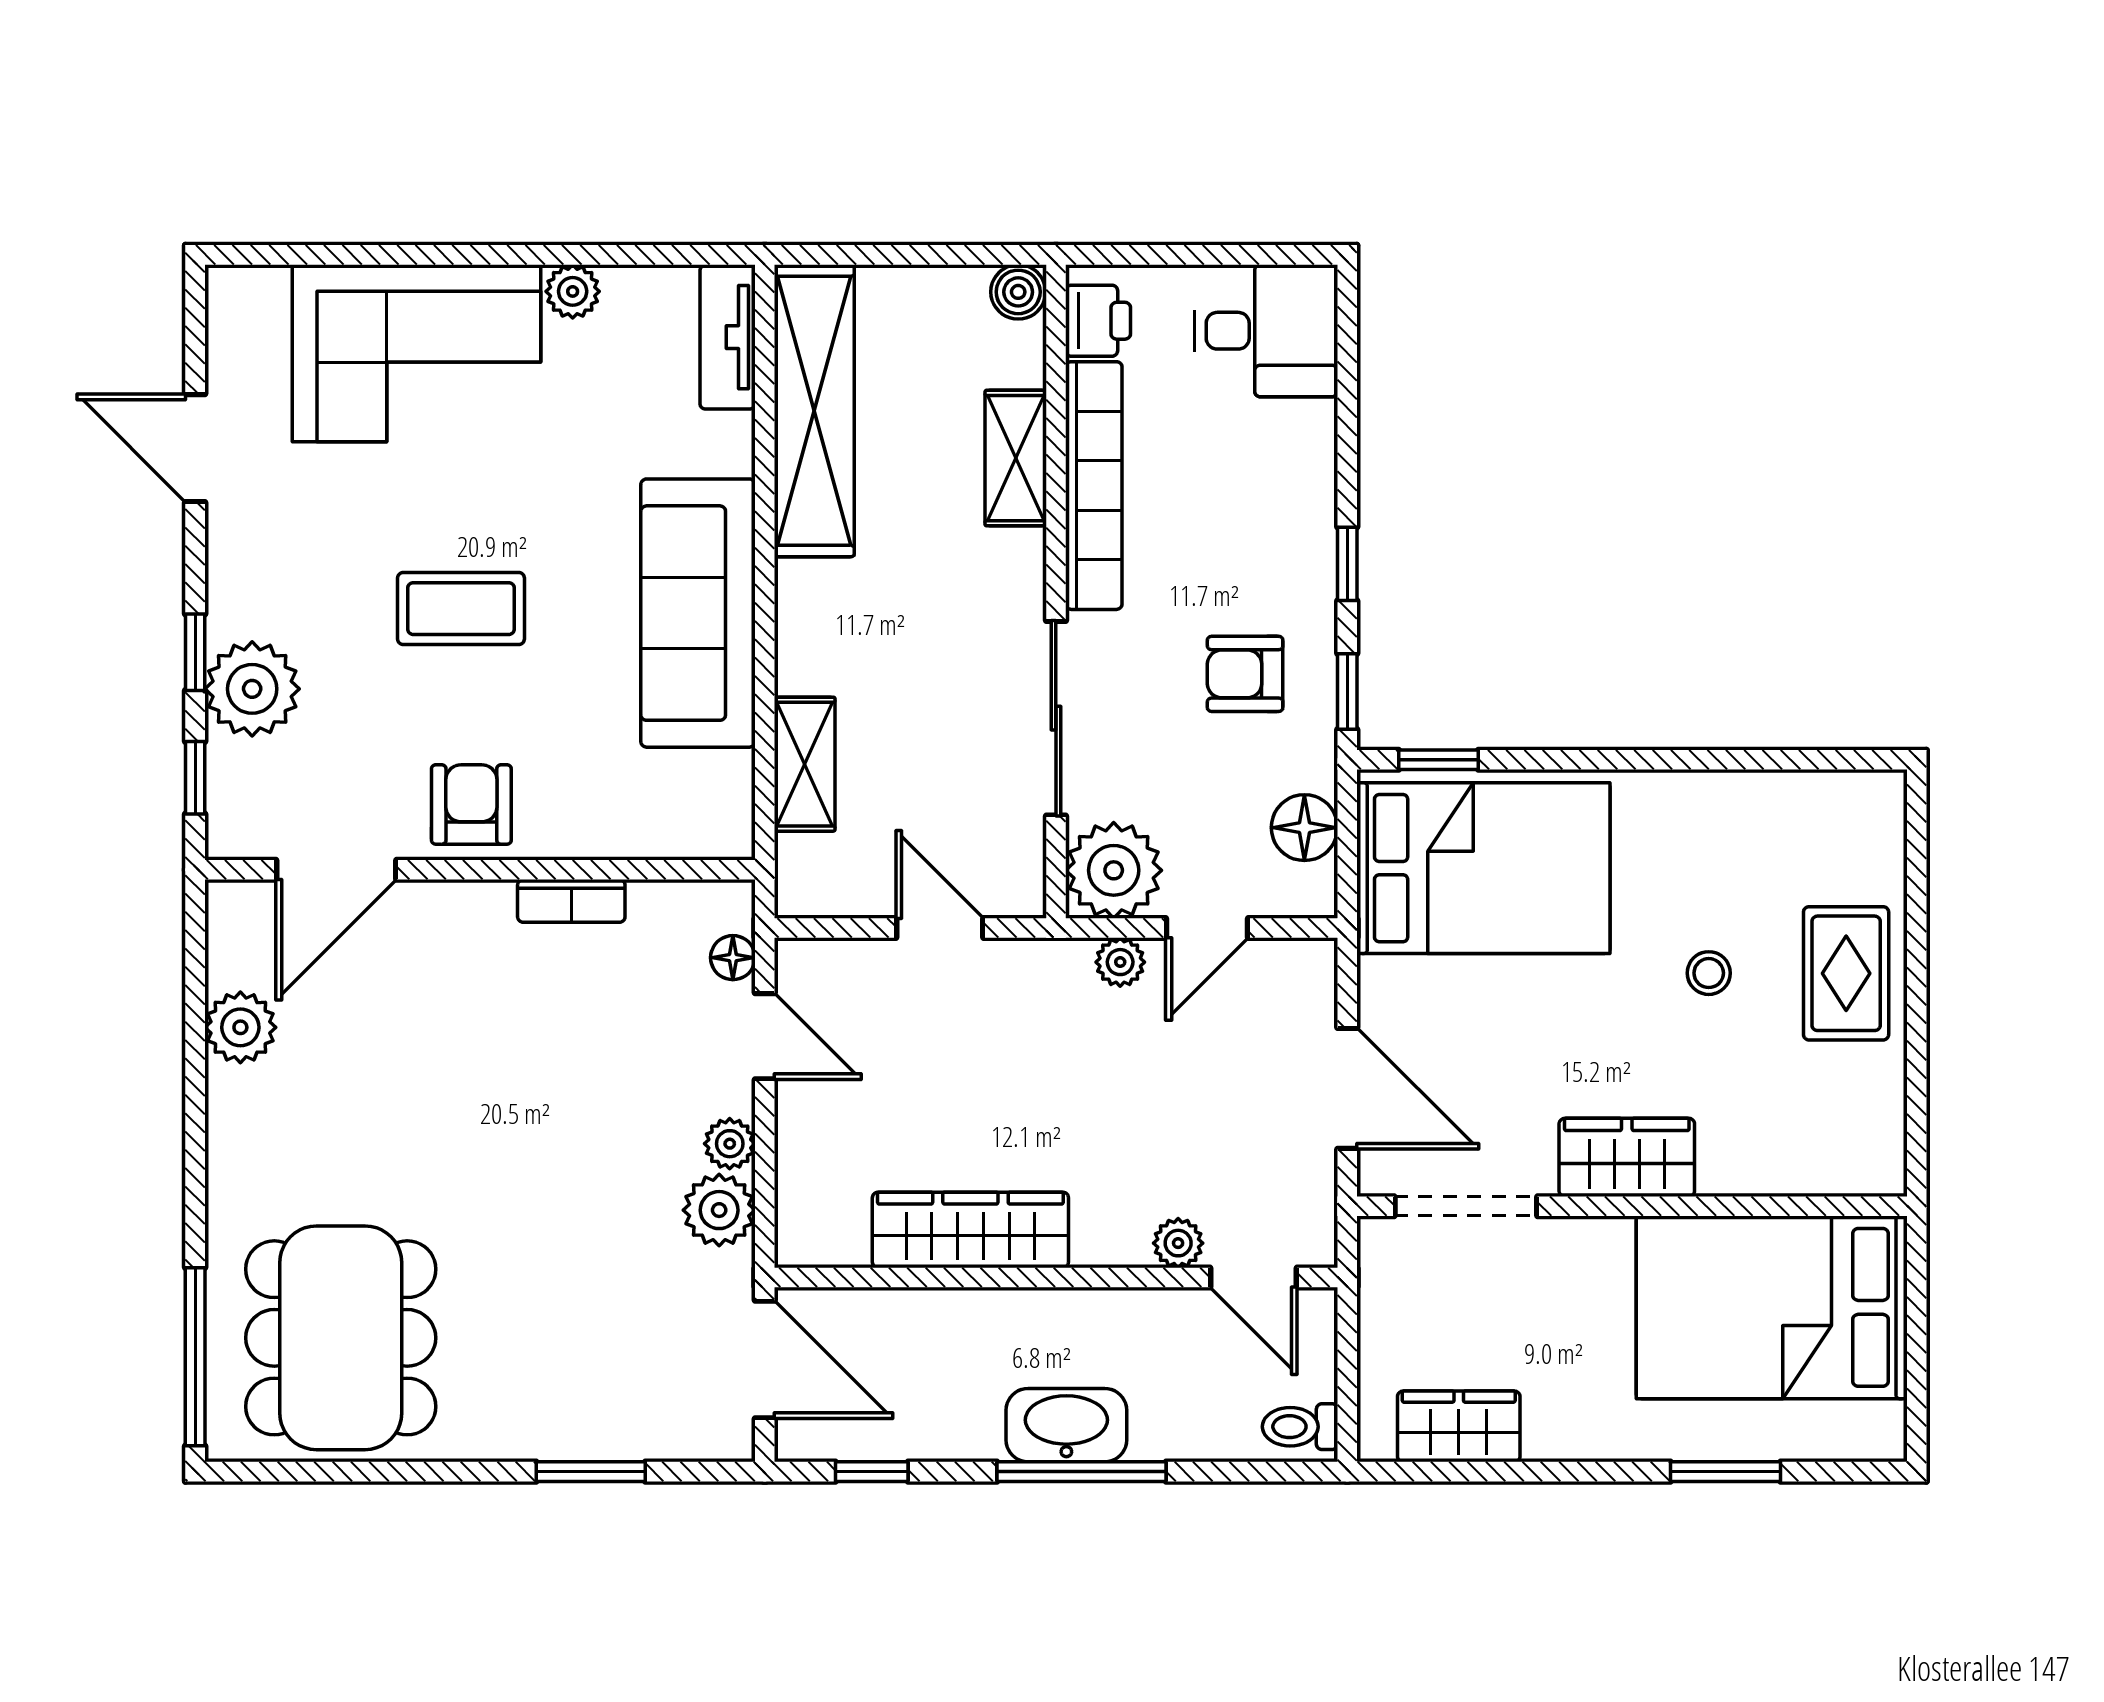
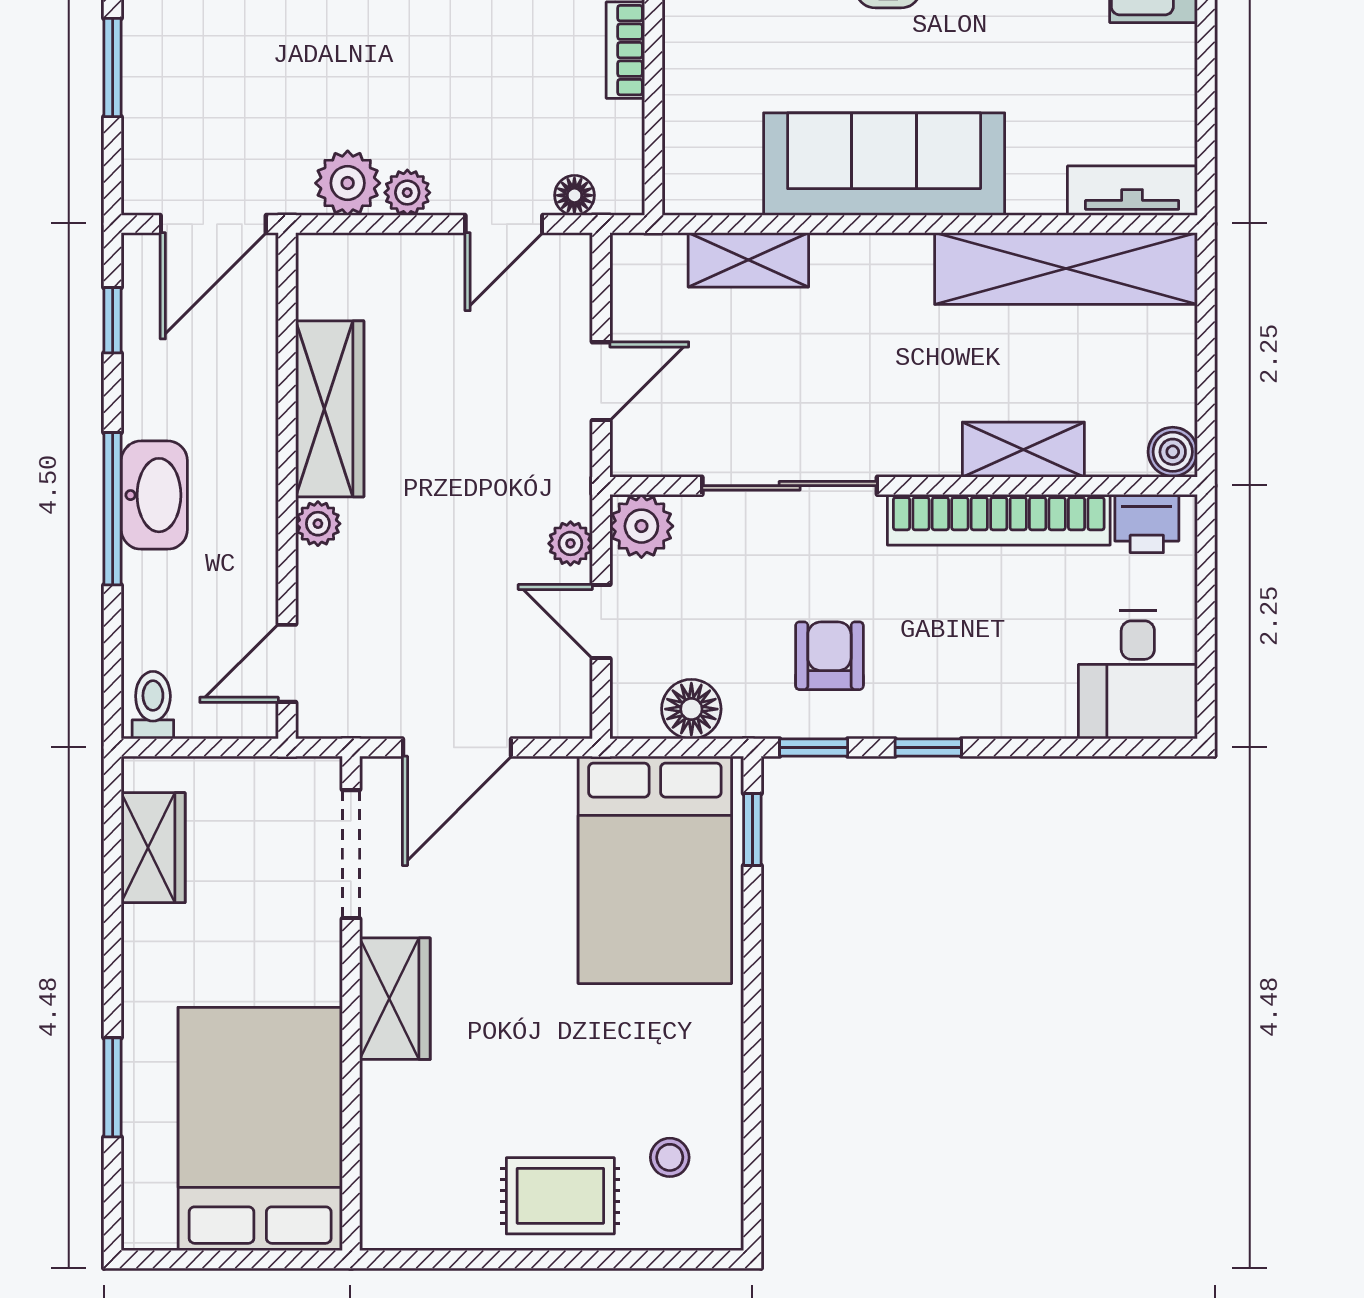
plant: (573, 291) -> (1173, 51), removed
plant: (1114, 870) -> (641, 526), width x0.73, depth x0.73
stool: (1709, 973) -> (670, 1157), moved
plant: (1178, 1243) -> (318, 524), moved

